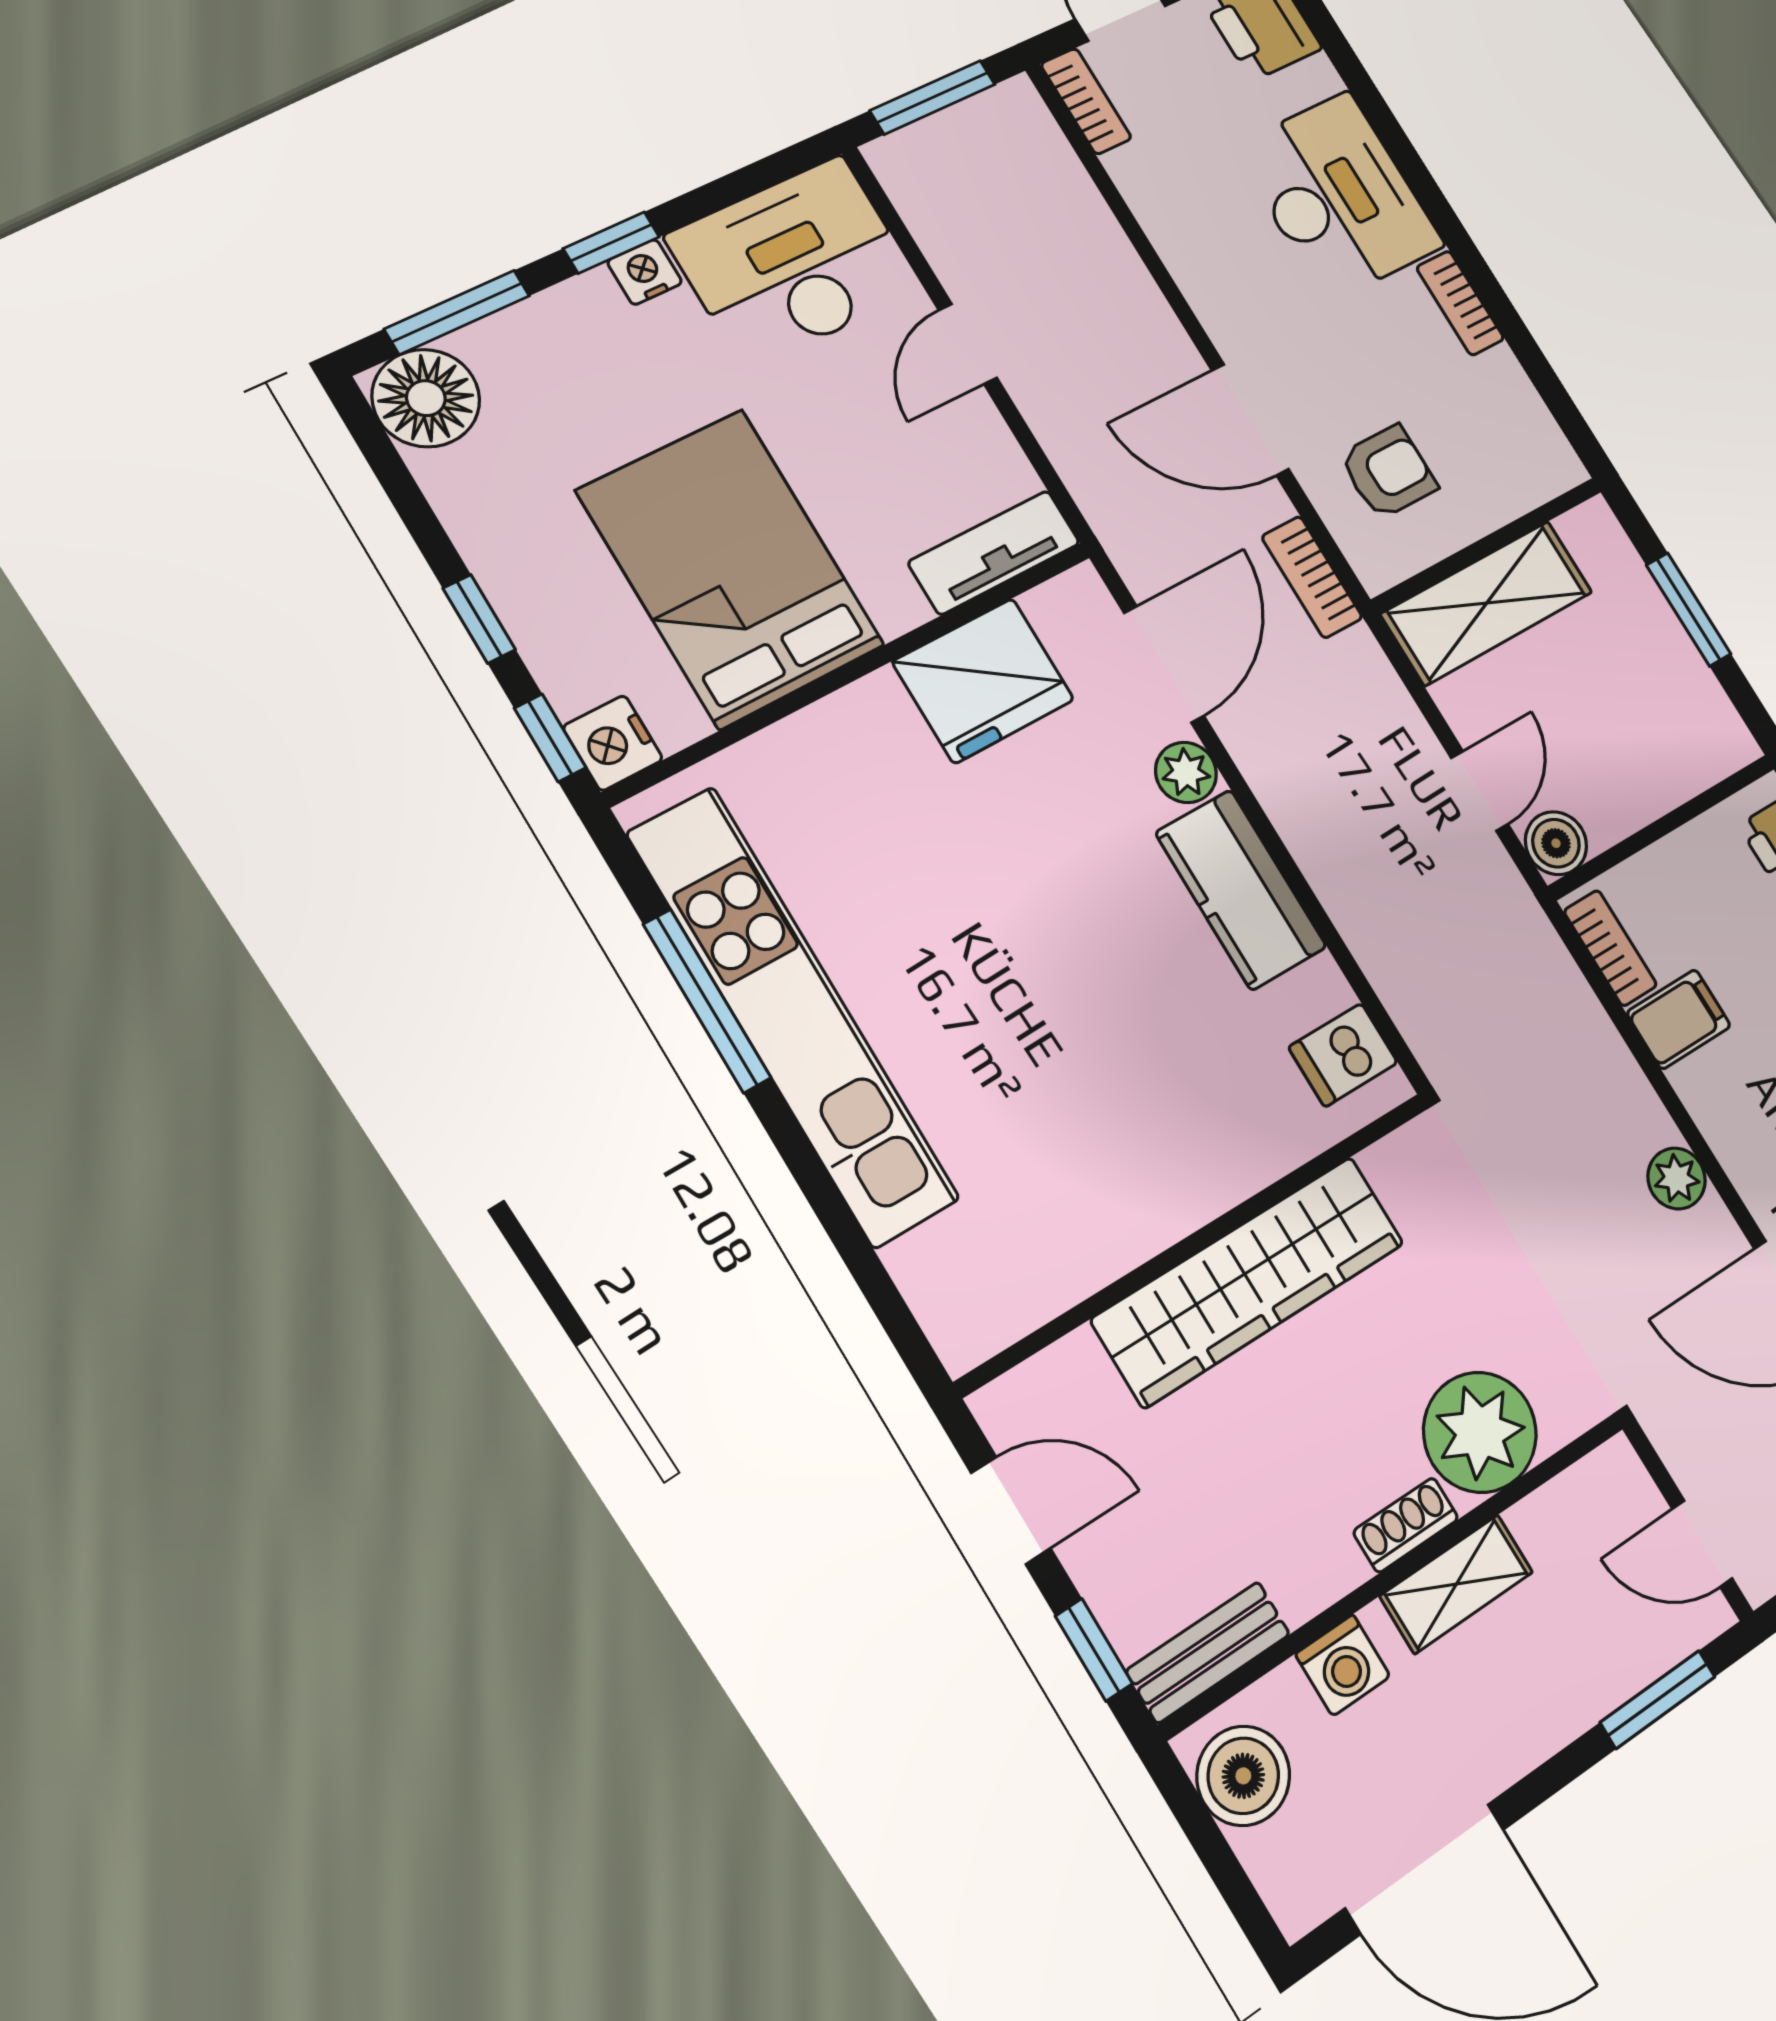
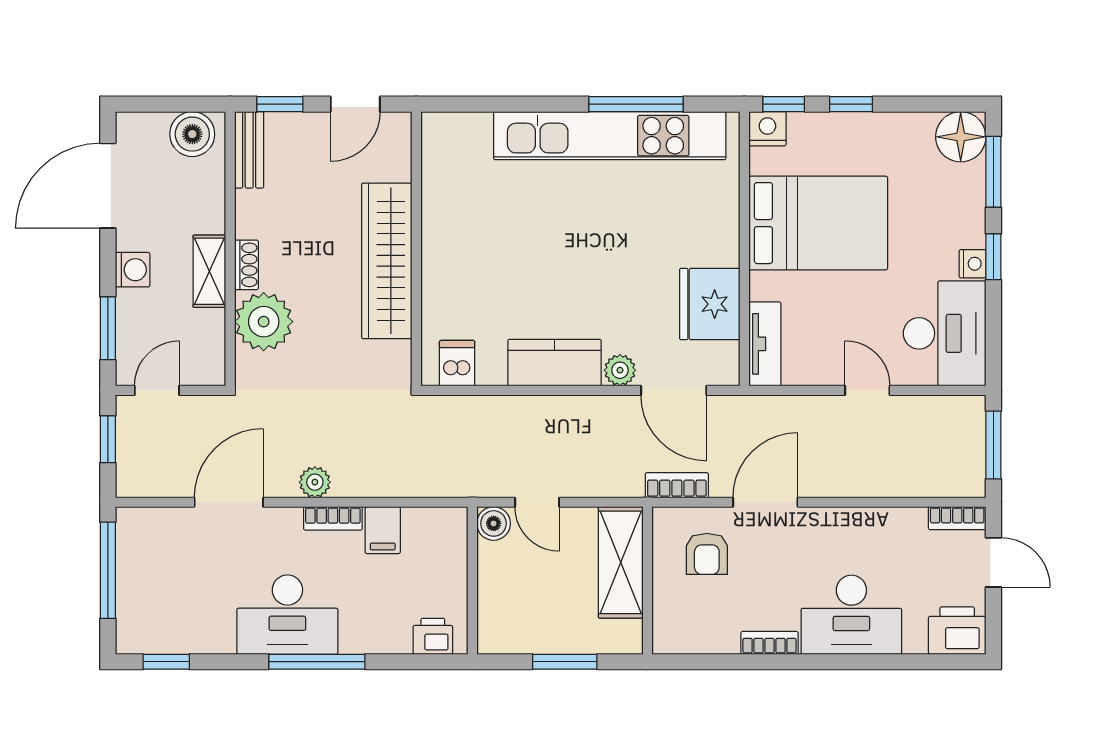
bookcase: (1610, 948) -> (333, 518), moved
washing machine: (1343, 1665) -> (133, 270), moved, turned 180

